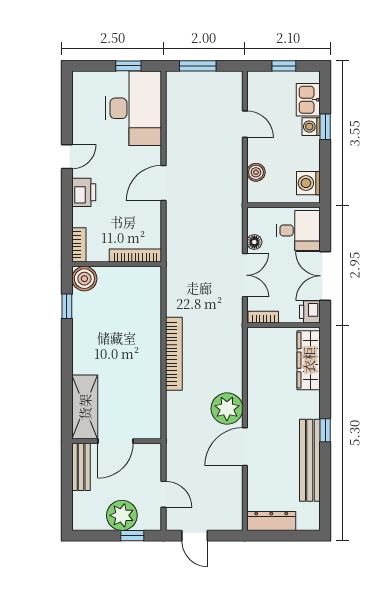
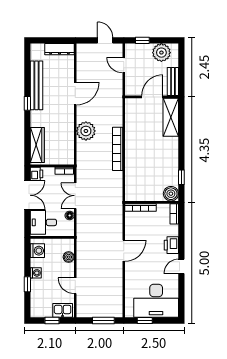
kitchen sink: (308, 100) -> (63, 310), moved, turned -90
desk: (133, 108) -> (156, 301), moved, turned -90
washing machine: (311, 127) -> (36, 273), moved
plant: (227, 409) -> (86, 131), moved
plant: (122, 515) -> (161, 53), moved

